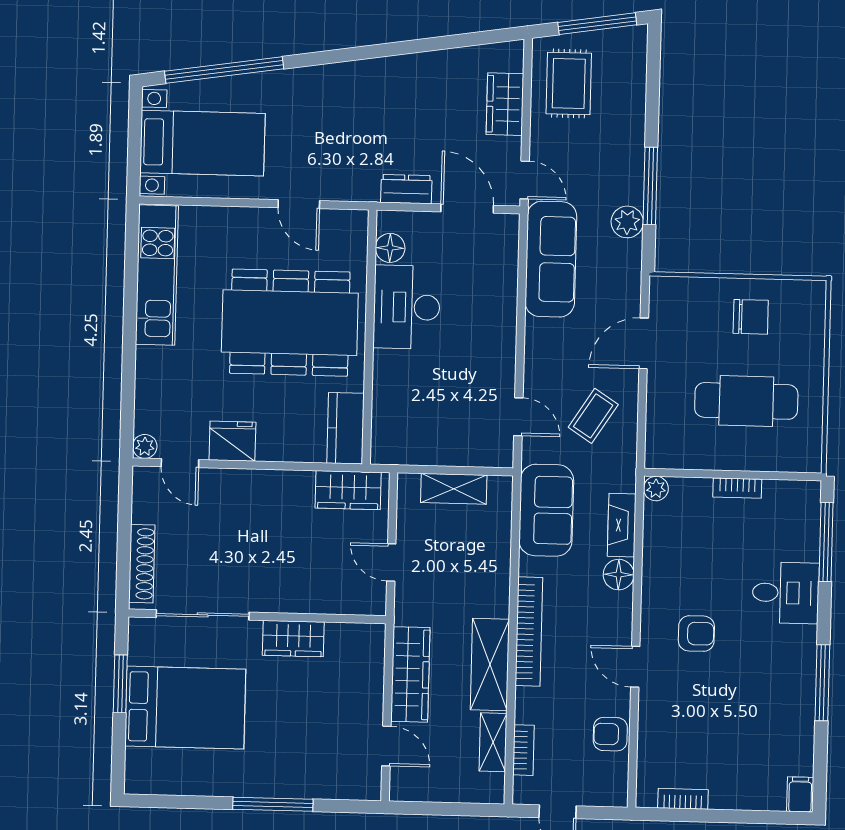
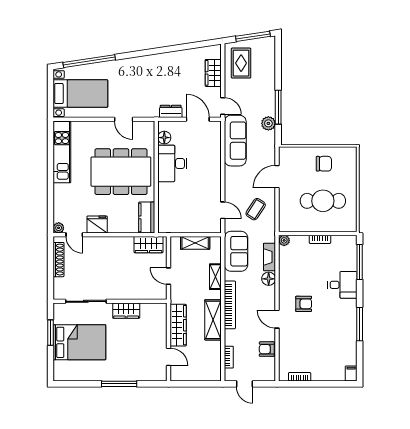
shoe rack: (142, 564) -> (59, 260), moved
shelving: (493, 742) -> (215, 277), moved

